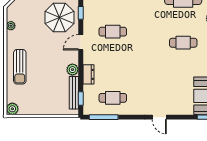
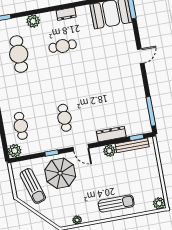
cafe table: (183, 43) -> (63, 46), turned 90
dresser: (88, 74) -> (111, 134), width x1.44
cafe table: (113, 98) -> (130, 106), removed

